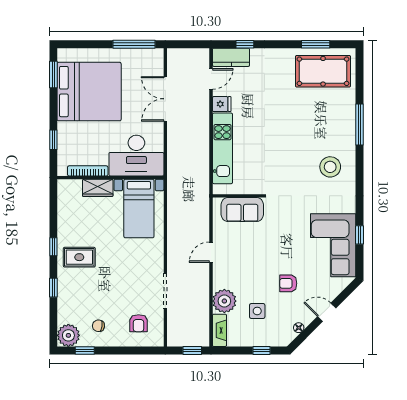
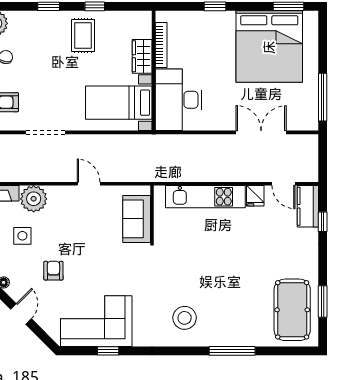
desk: (136, 156) -> (178, 100), moved
bookcase: (88, 171) -> (161, 45), moved
wall: (110, 178) -> (154, 71), moved
wardrobe: (98, 188) -> (142, 56), moved
bed with nightstands: (139, 209) -> (119, 103), moved

